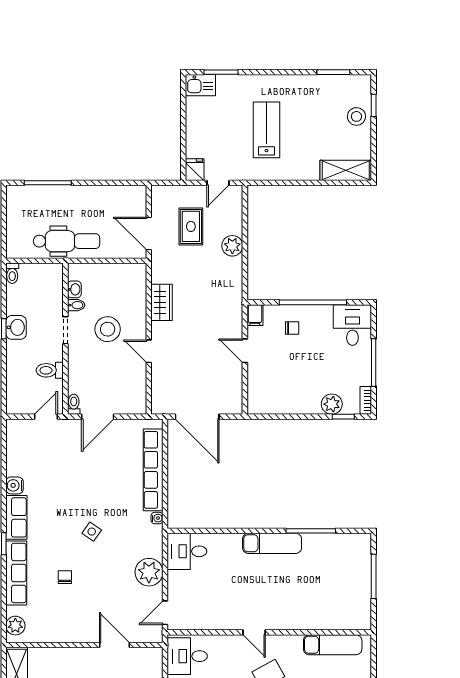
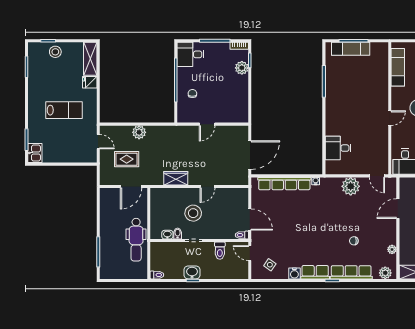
lab bench: (266, 130) -> (64, 110), turned 180
fridge: (195, 170) -> (90, 82), moved
dental chair: (67, 241) -> (136, 240), turned 180
filing cabinet: (255, 315) -> (184, 118), removed
side table: (92, 532) -> (270, 265), moved
exam couch: (272, 543) -> (351, 49), moved, turned 90
desk: (187, 551) -> (338, 148), moved, turned 90
plant: (52, 636) -> (392, 249), added

